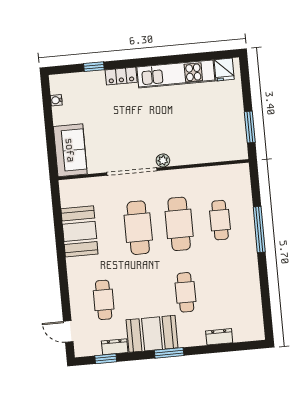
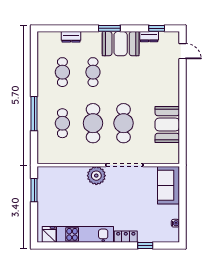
plant: (163, 160) -> (96, 176), width x1.87, depth x1.87
cafe table: (104, 300) -> (62, 72), moved

